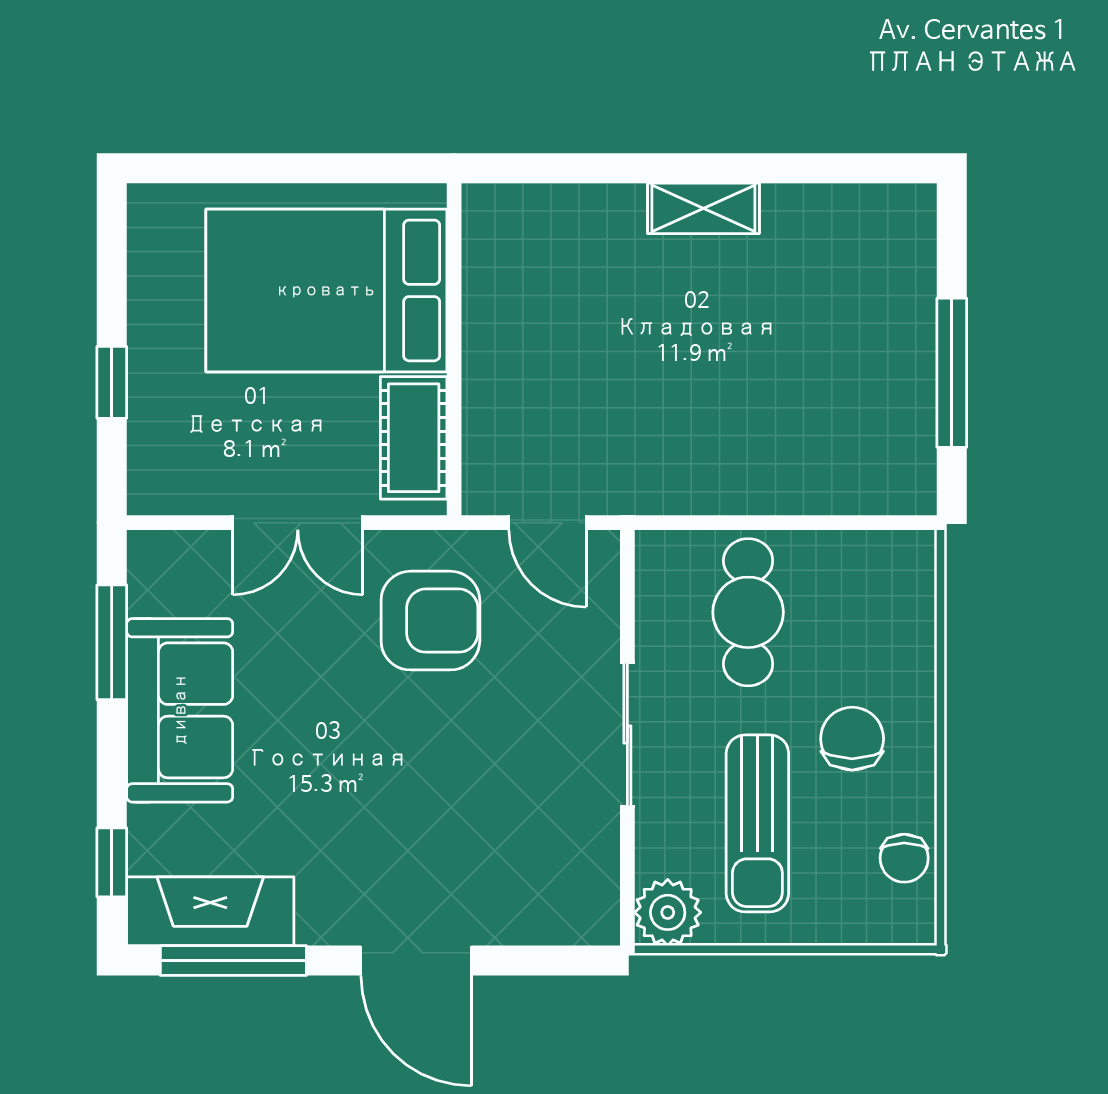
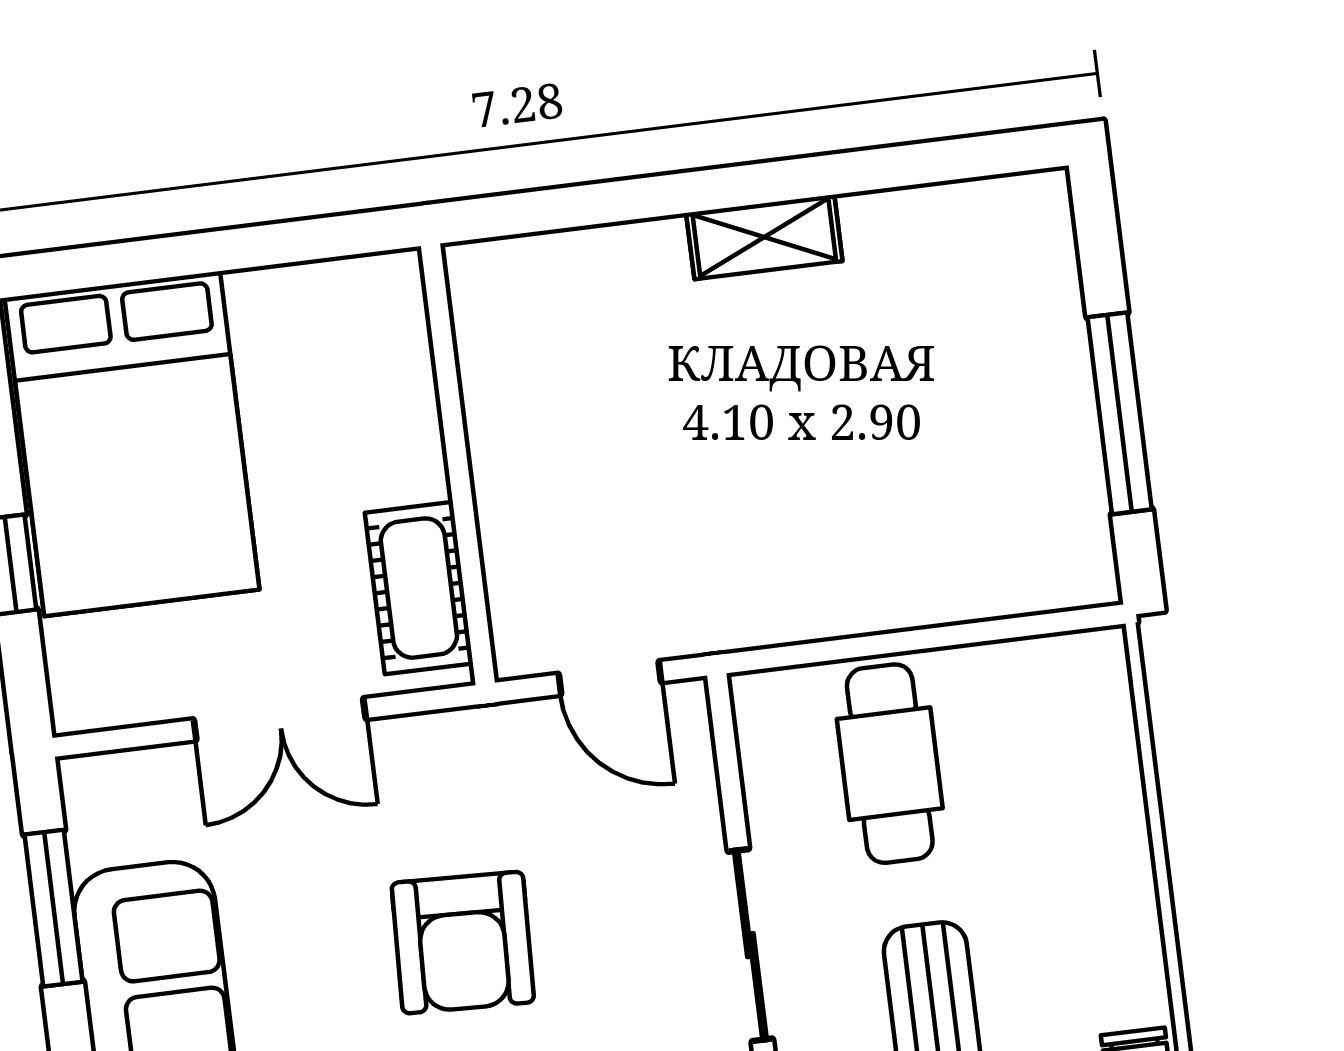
bed: (326, 290) -> (132, 444), moved, turned -90
armchair: (430, 621) -> (463, 943), moved, turned 92
chair: (852, 739) -> (1048, 914), removed

